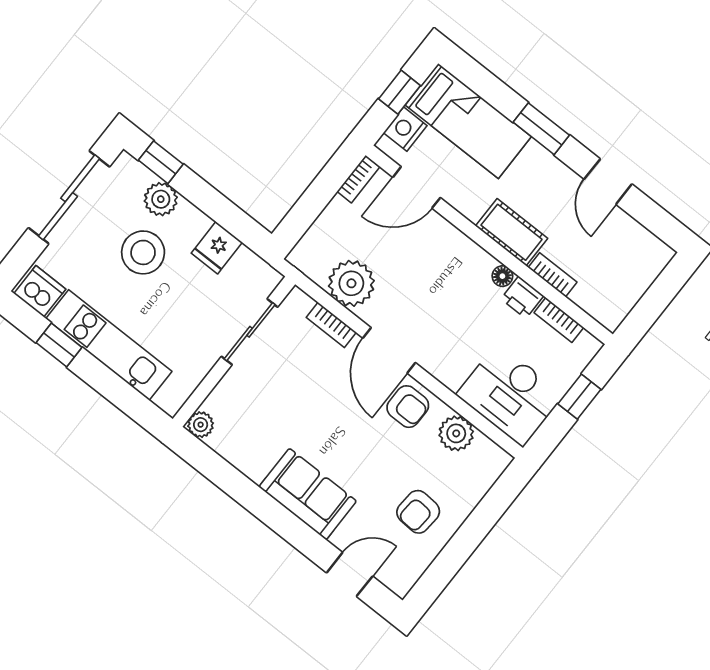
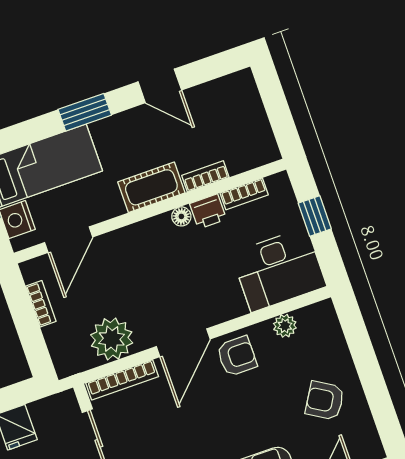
bookcase: (358, 179) -> (41, 304), moved
bookcase: (331, 325) -> (122, 380), width x1.56
door: (389, 350) -> (183, 343), hinge flipped
plant: (456, 433) -> (285, 326), width x0.73, depth x0.73
armchair: (418, 512) -> (325, 401), turned 117

